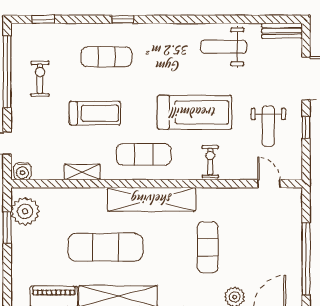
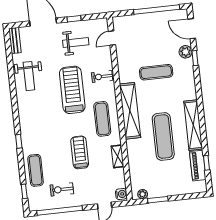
exercise mat: (106, 57) -> (36, 170), moved
plant: (25, 211) -> (143, 194), width x0.53, depth x0.53

